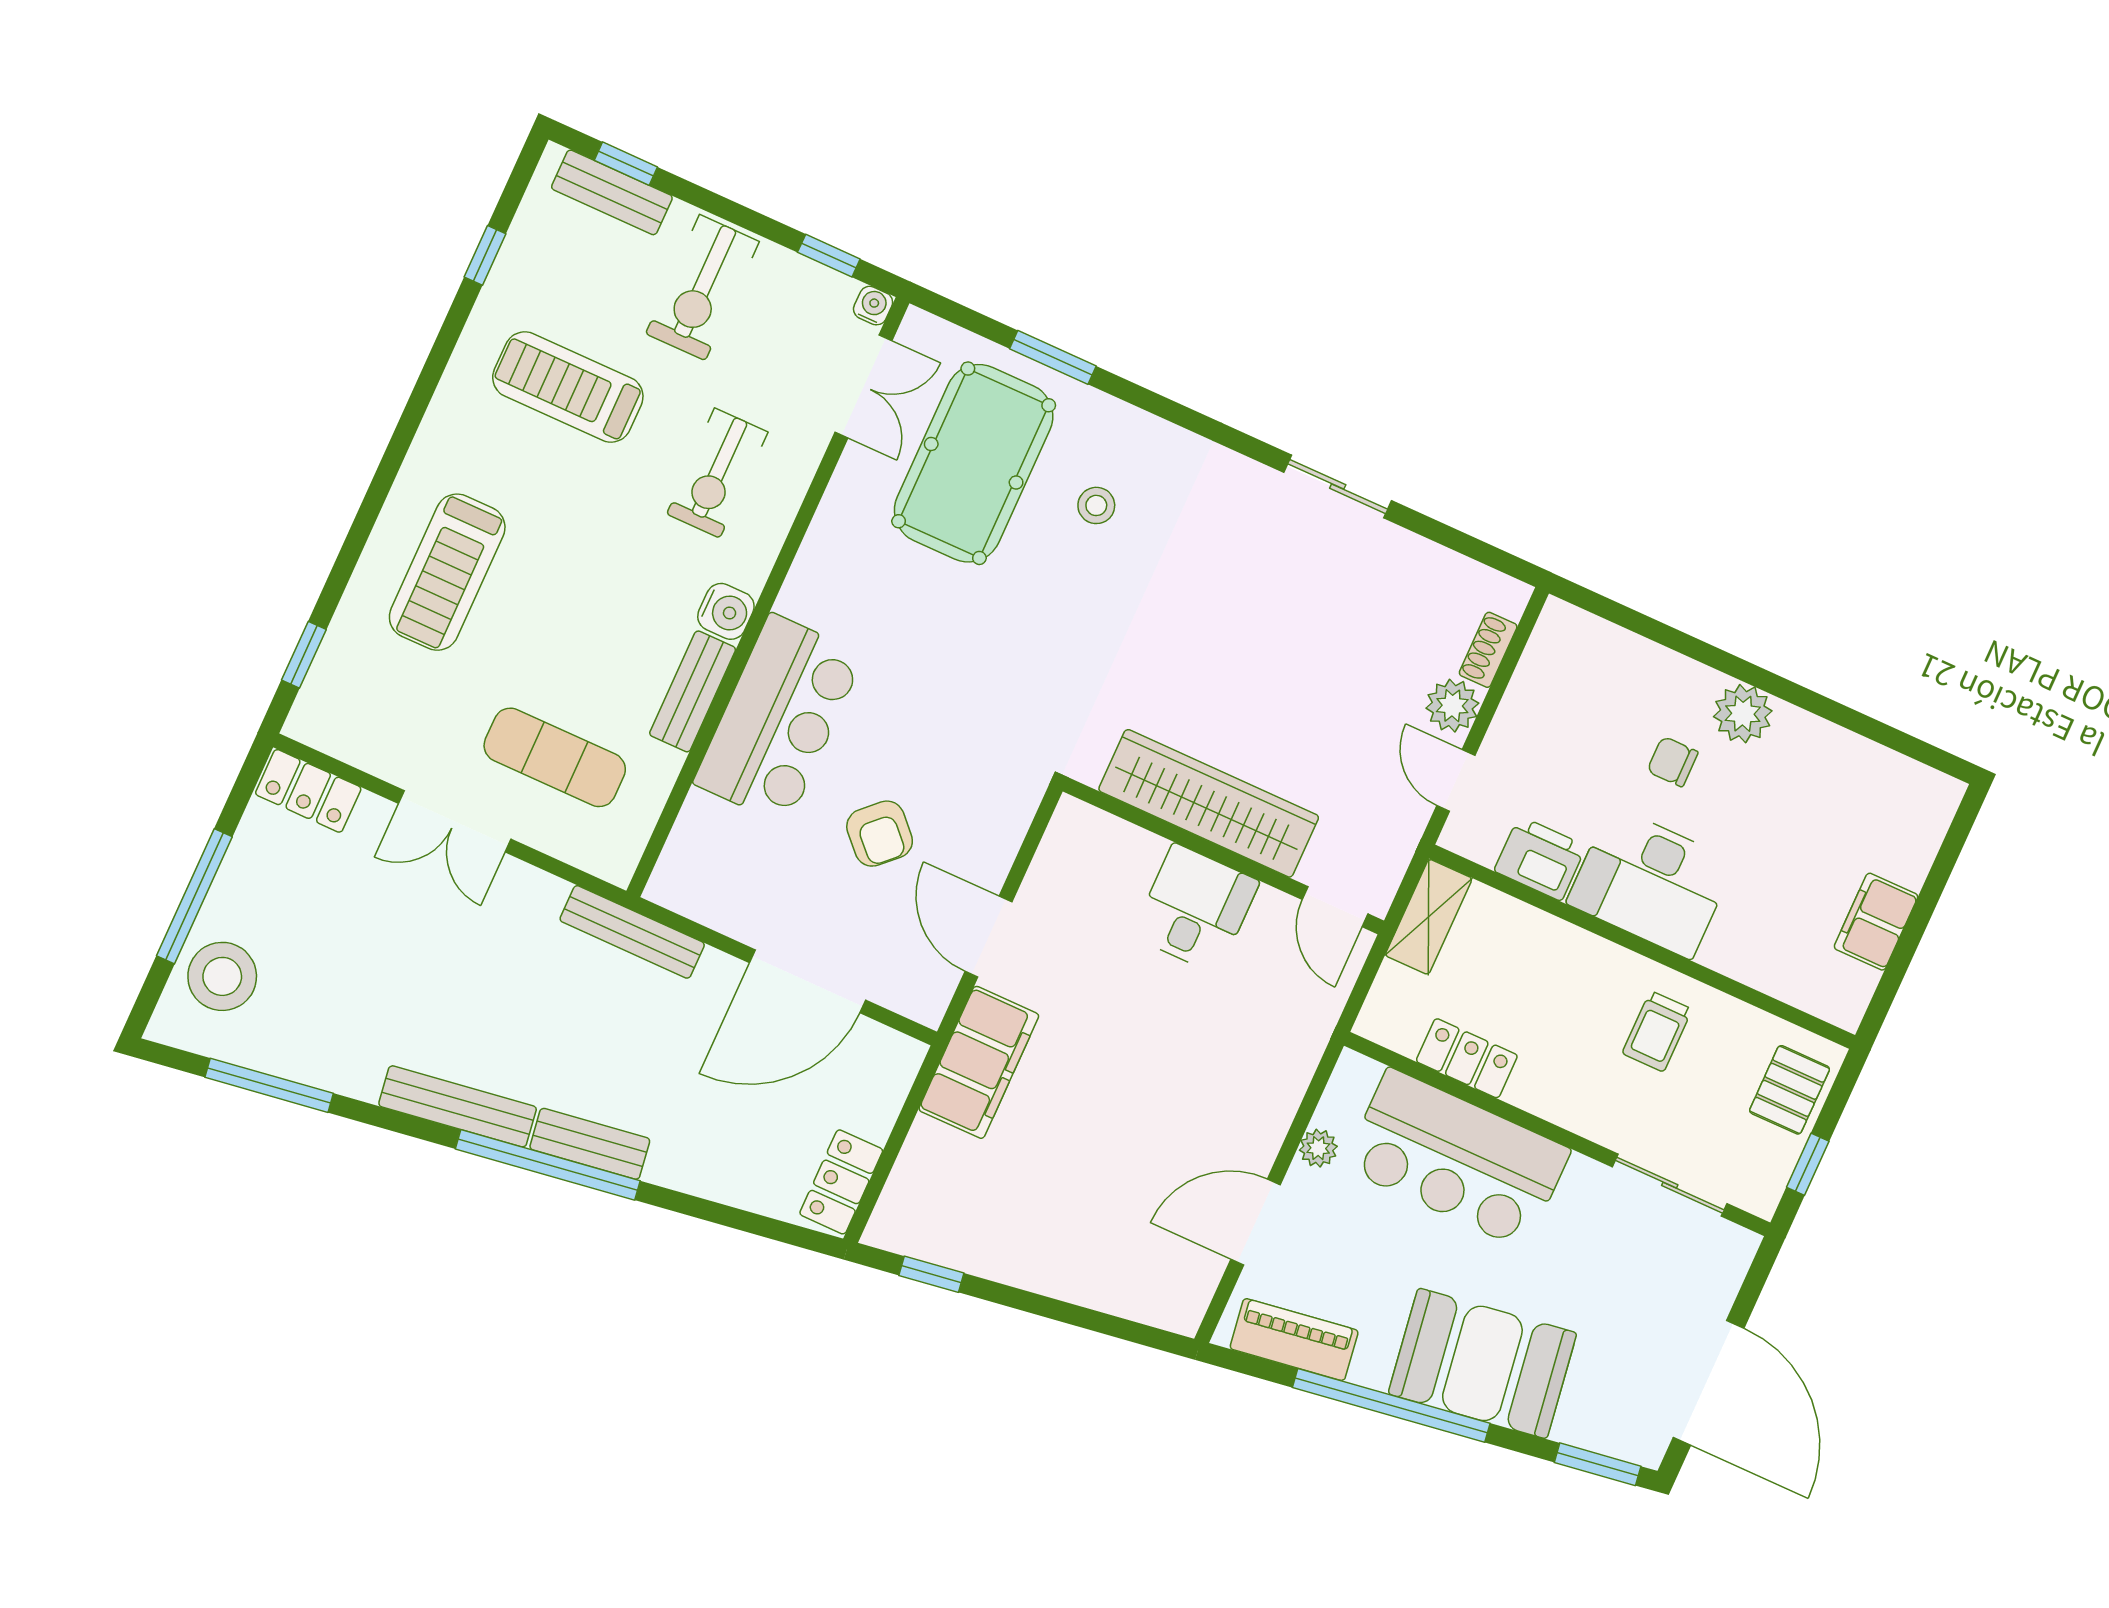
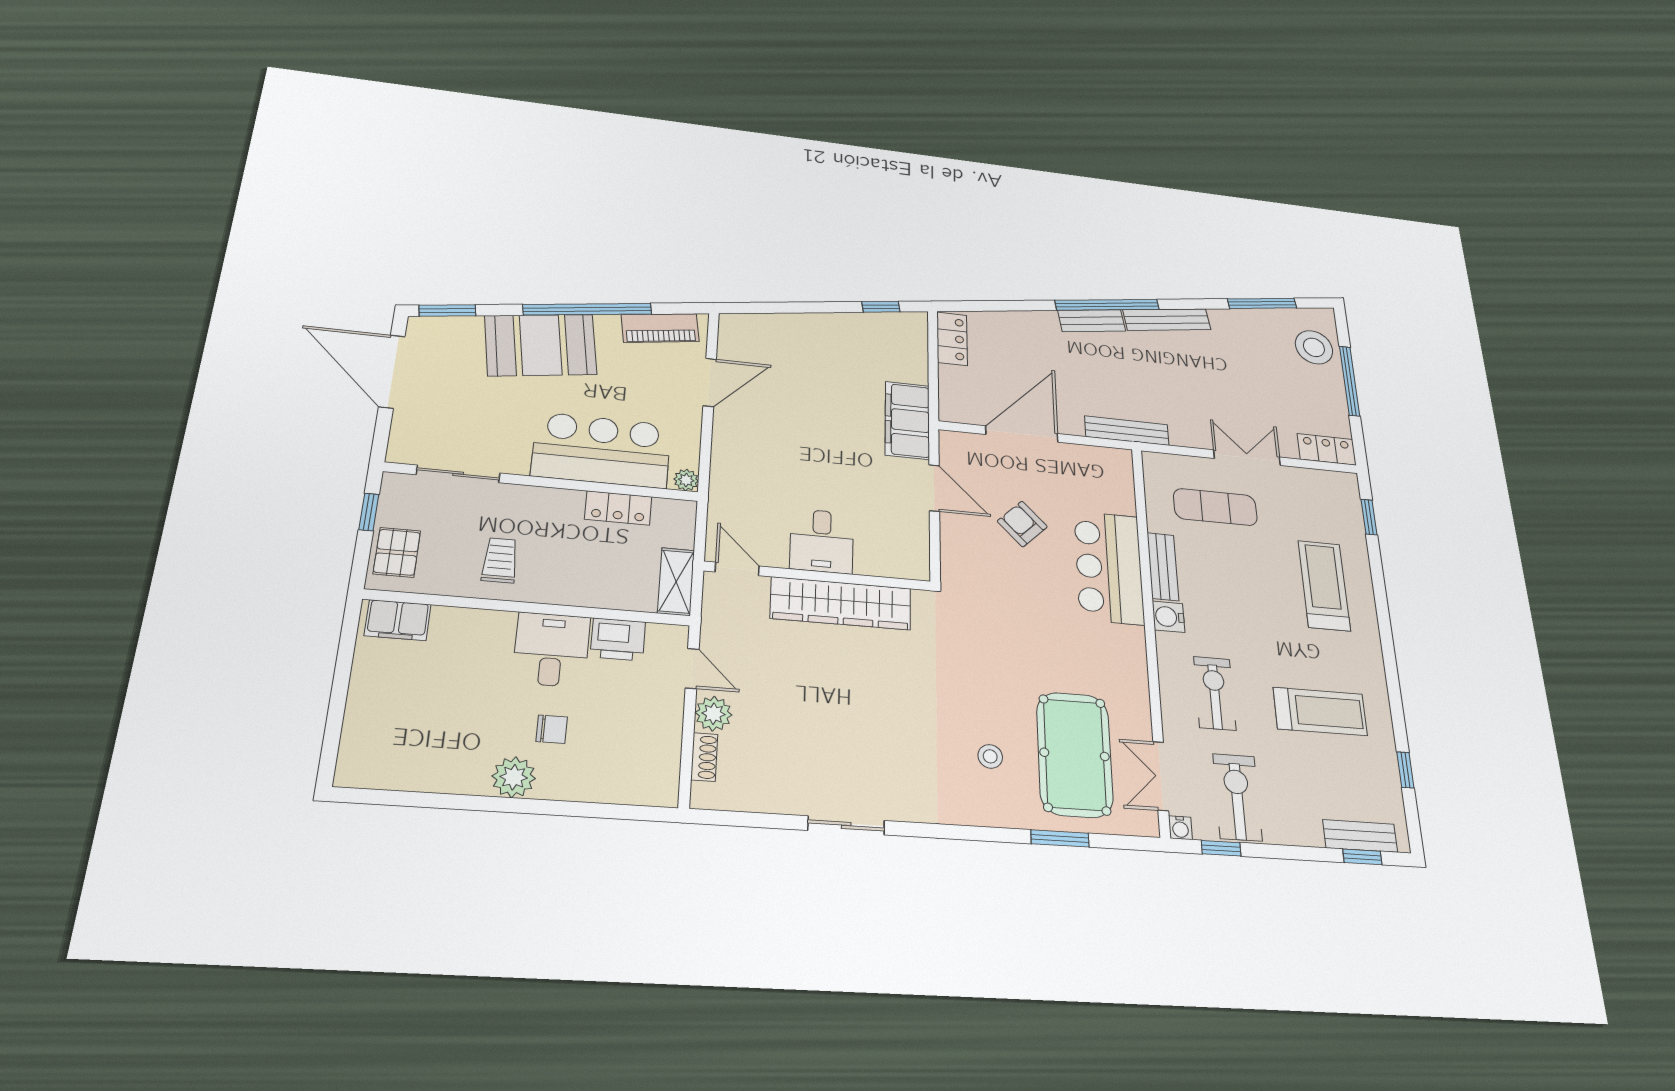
exercise bike: (702, 288) -> (1237, 797), moved
desk: (1651, 882) -> (551, 650), width x0.73
filing cabinet: (1876, 922) -> (398, 620), moved, turned 90
plant: (1318, 1148) -> (686, 480), moved

